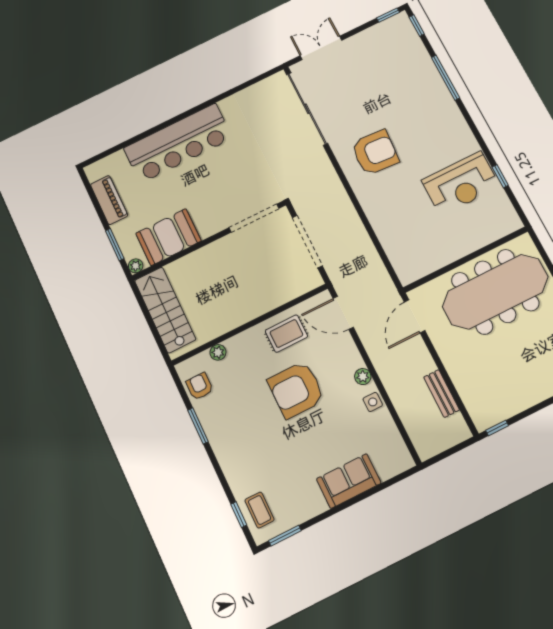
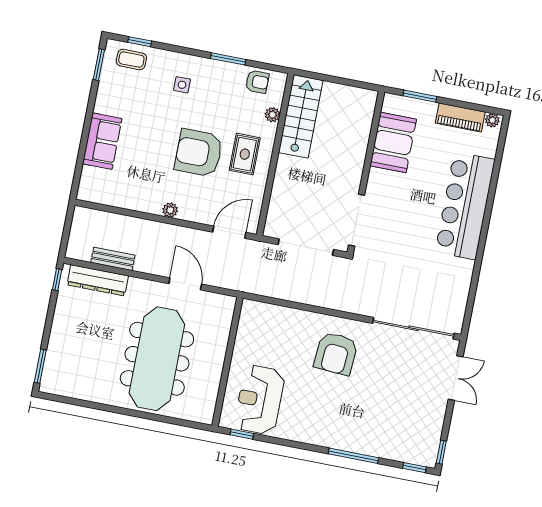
wall: (465, 259) -> (227, 362), moved
plant: (136, 266) -> (492, 120), moved
stairs: (165, 310) -> (301, 116), moved, turned -90
rug: (286, 334) -> (245, 154), moved
armchair: (296, 390) -> (199, 153), turned -90
dresser: (470, 392) -> (98, 280), added
side table: (373, 402) -> (182, 85), moved

